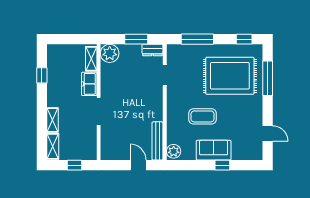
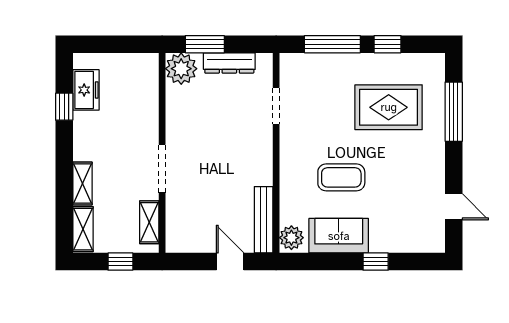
window: (136, 39) -> (205, 44), moved
window: (244, 39) -> (388, 44), moved
dresser: (152, 50) -> (229, 63), moved, width x1.44
shelving: (91, 59) -> (149, 222), moved
rug: (230, 76) -> (389, 107), width x0.73, depth x0.69
freezer: (89, 84) -> (86, 90), moved, turned 180
sofa: (214, 150) -> (339, 236), moved

